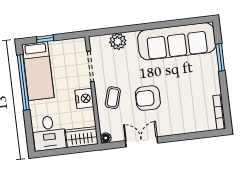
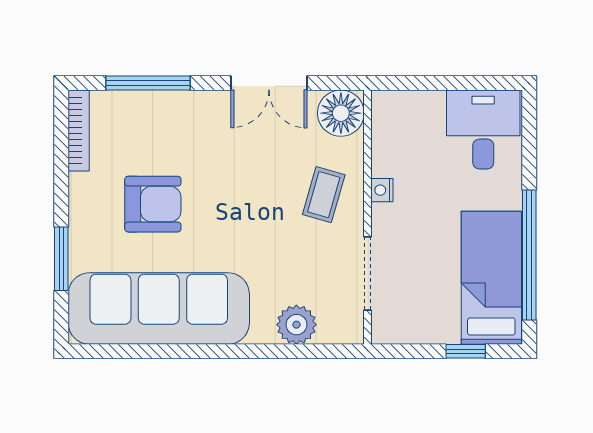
armchair: (148, 98) -> (153, 204), moved
nightstand: (84, 99) -> (382, 190), width x0.53, depth x0.56
window: (193, 136) -> (148, 83), added
wardrobe: (82, 137) -> (407, 111), removed
floor lamp: (106, 138) -> (341, 113), width x1.89, depth x1.89

